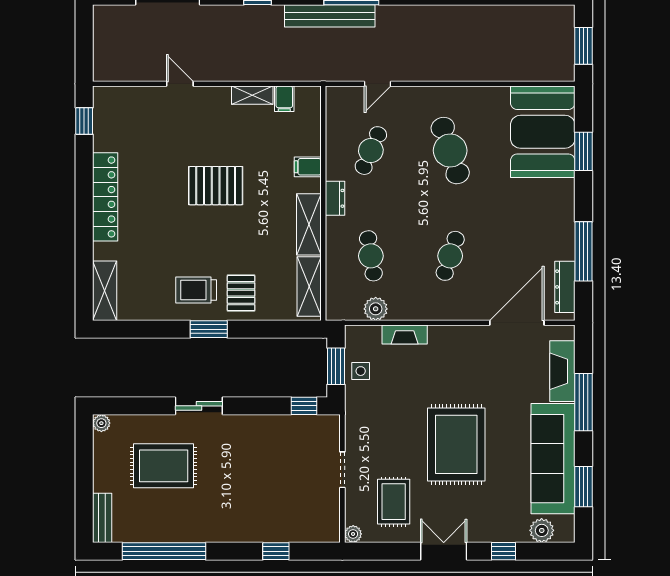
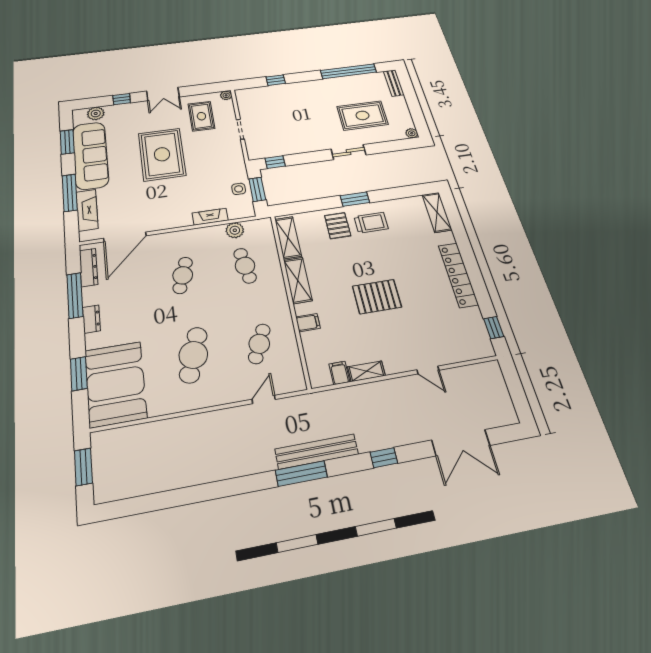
cafe table: (450, 151) -> (193, 355), turned 36
dresser: (335, 198) -> (91, 319), moved, turned 180

